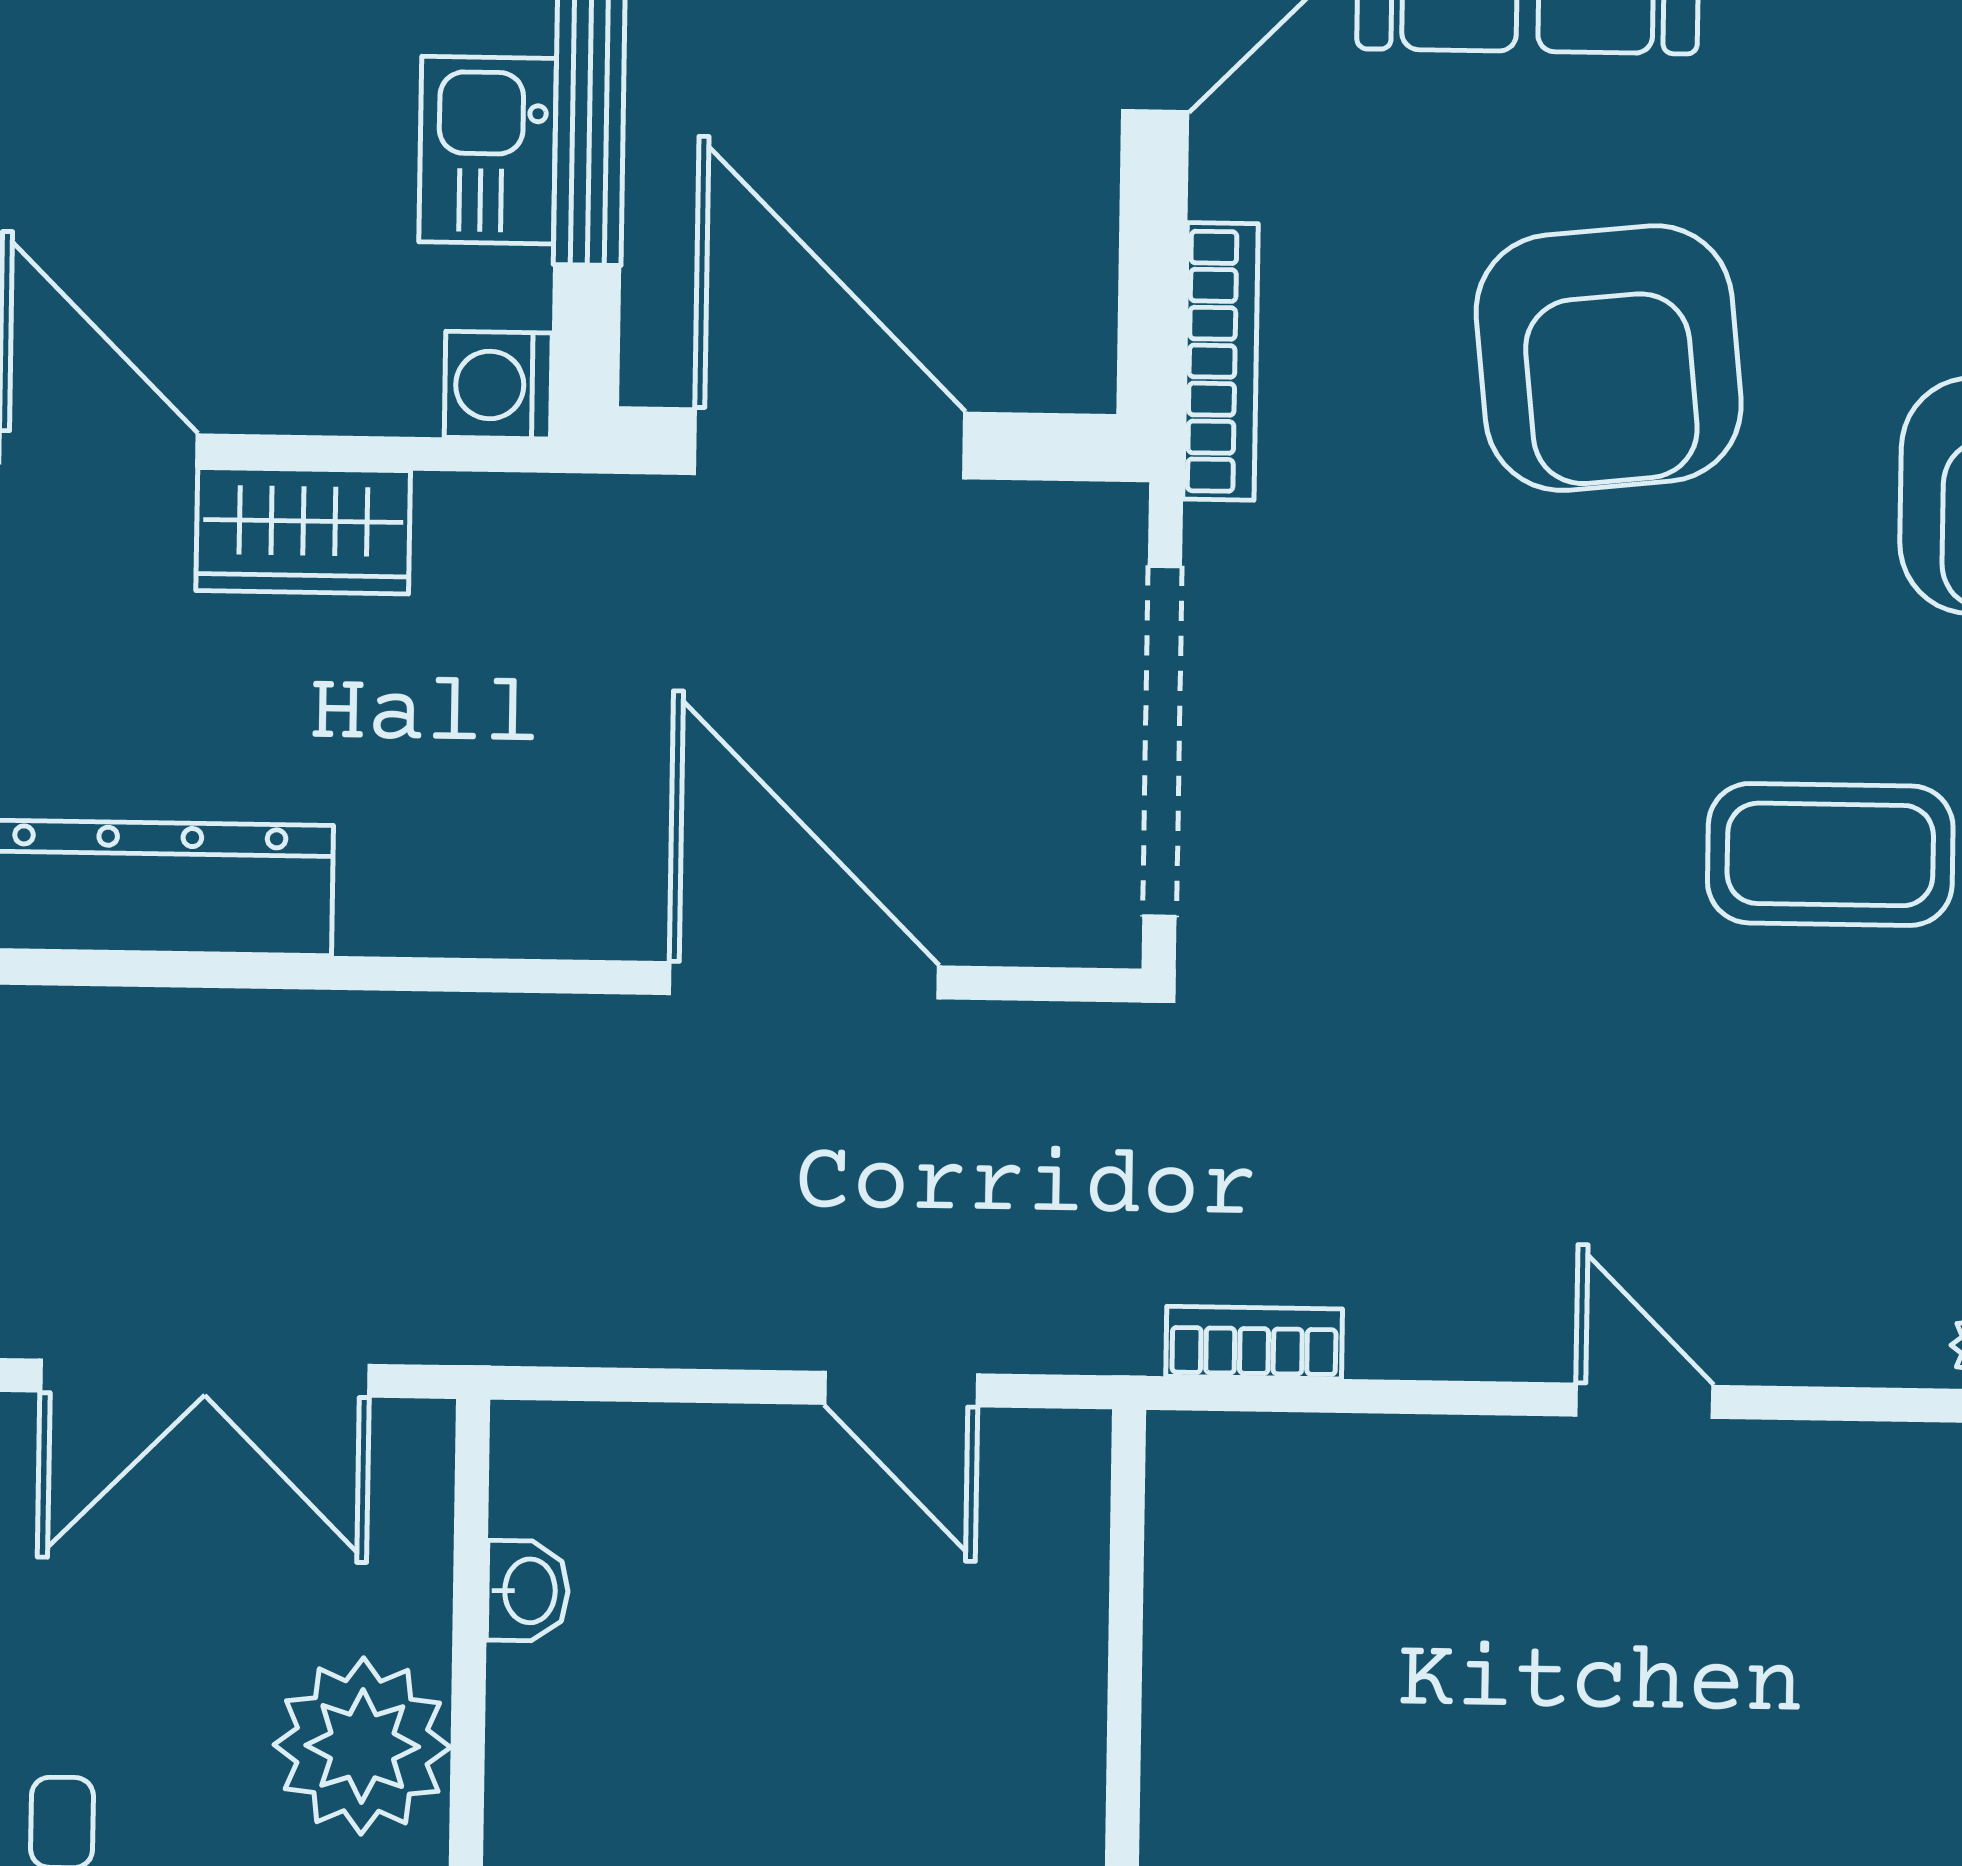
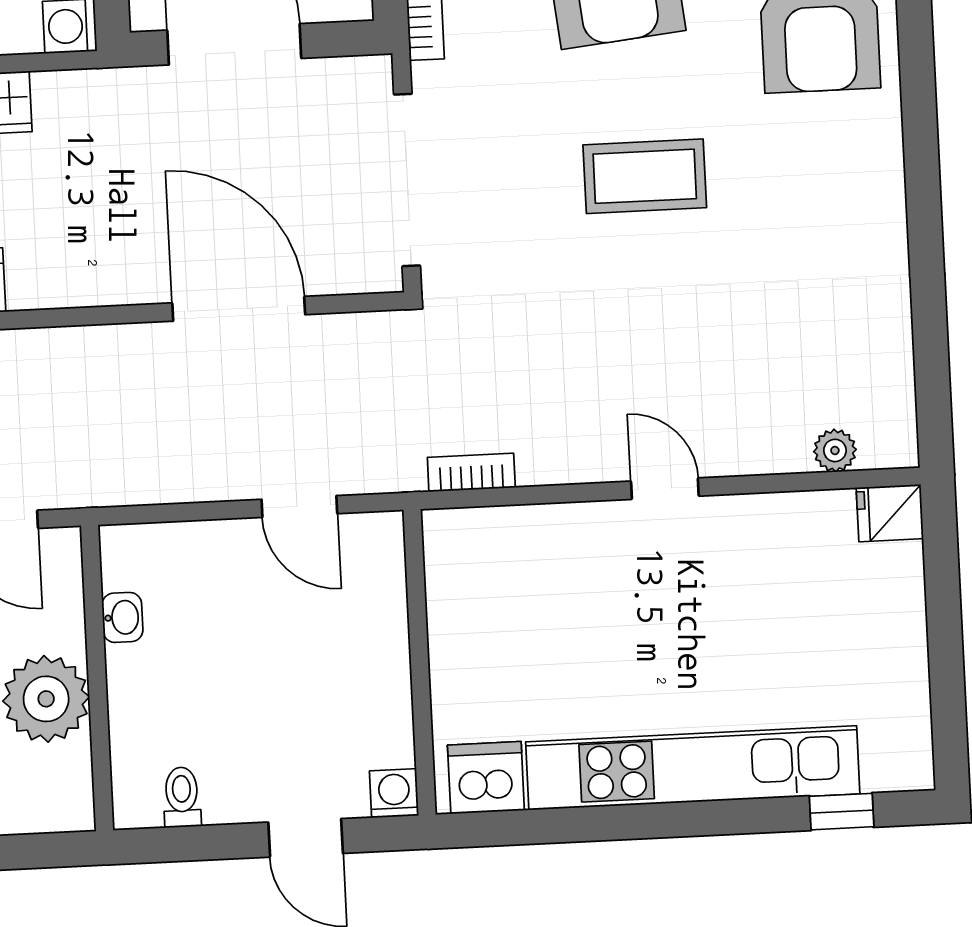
coffee table: (1830, 854) -> (645, 176), moved

